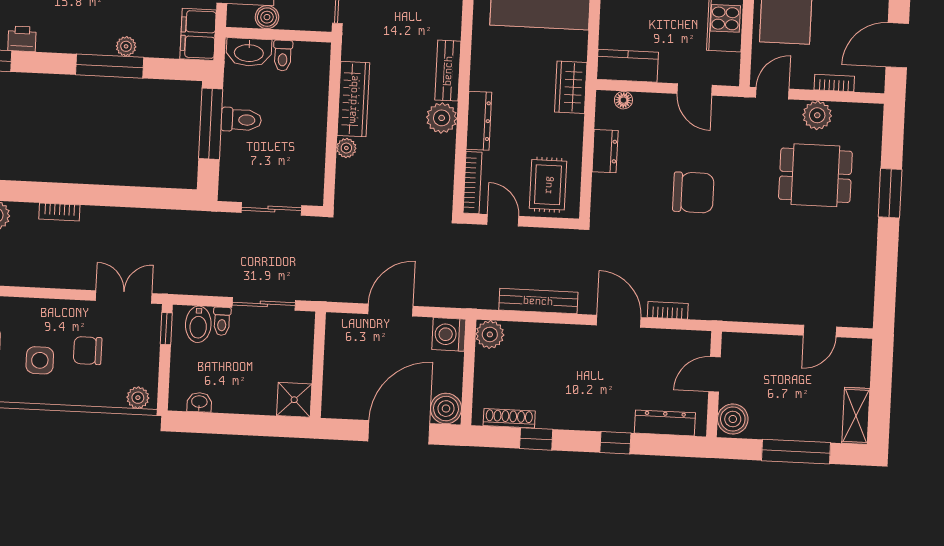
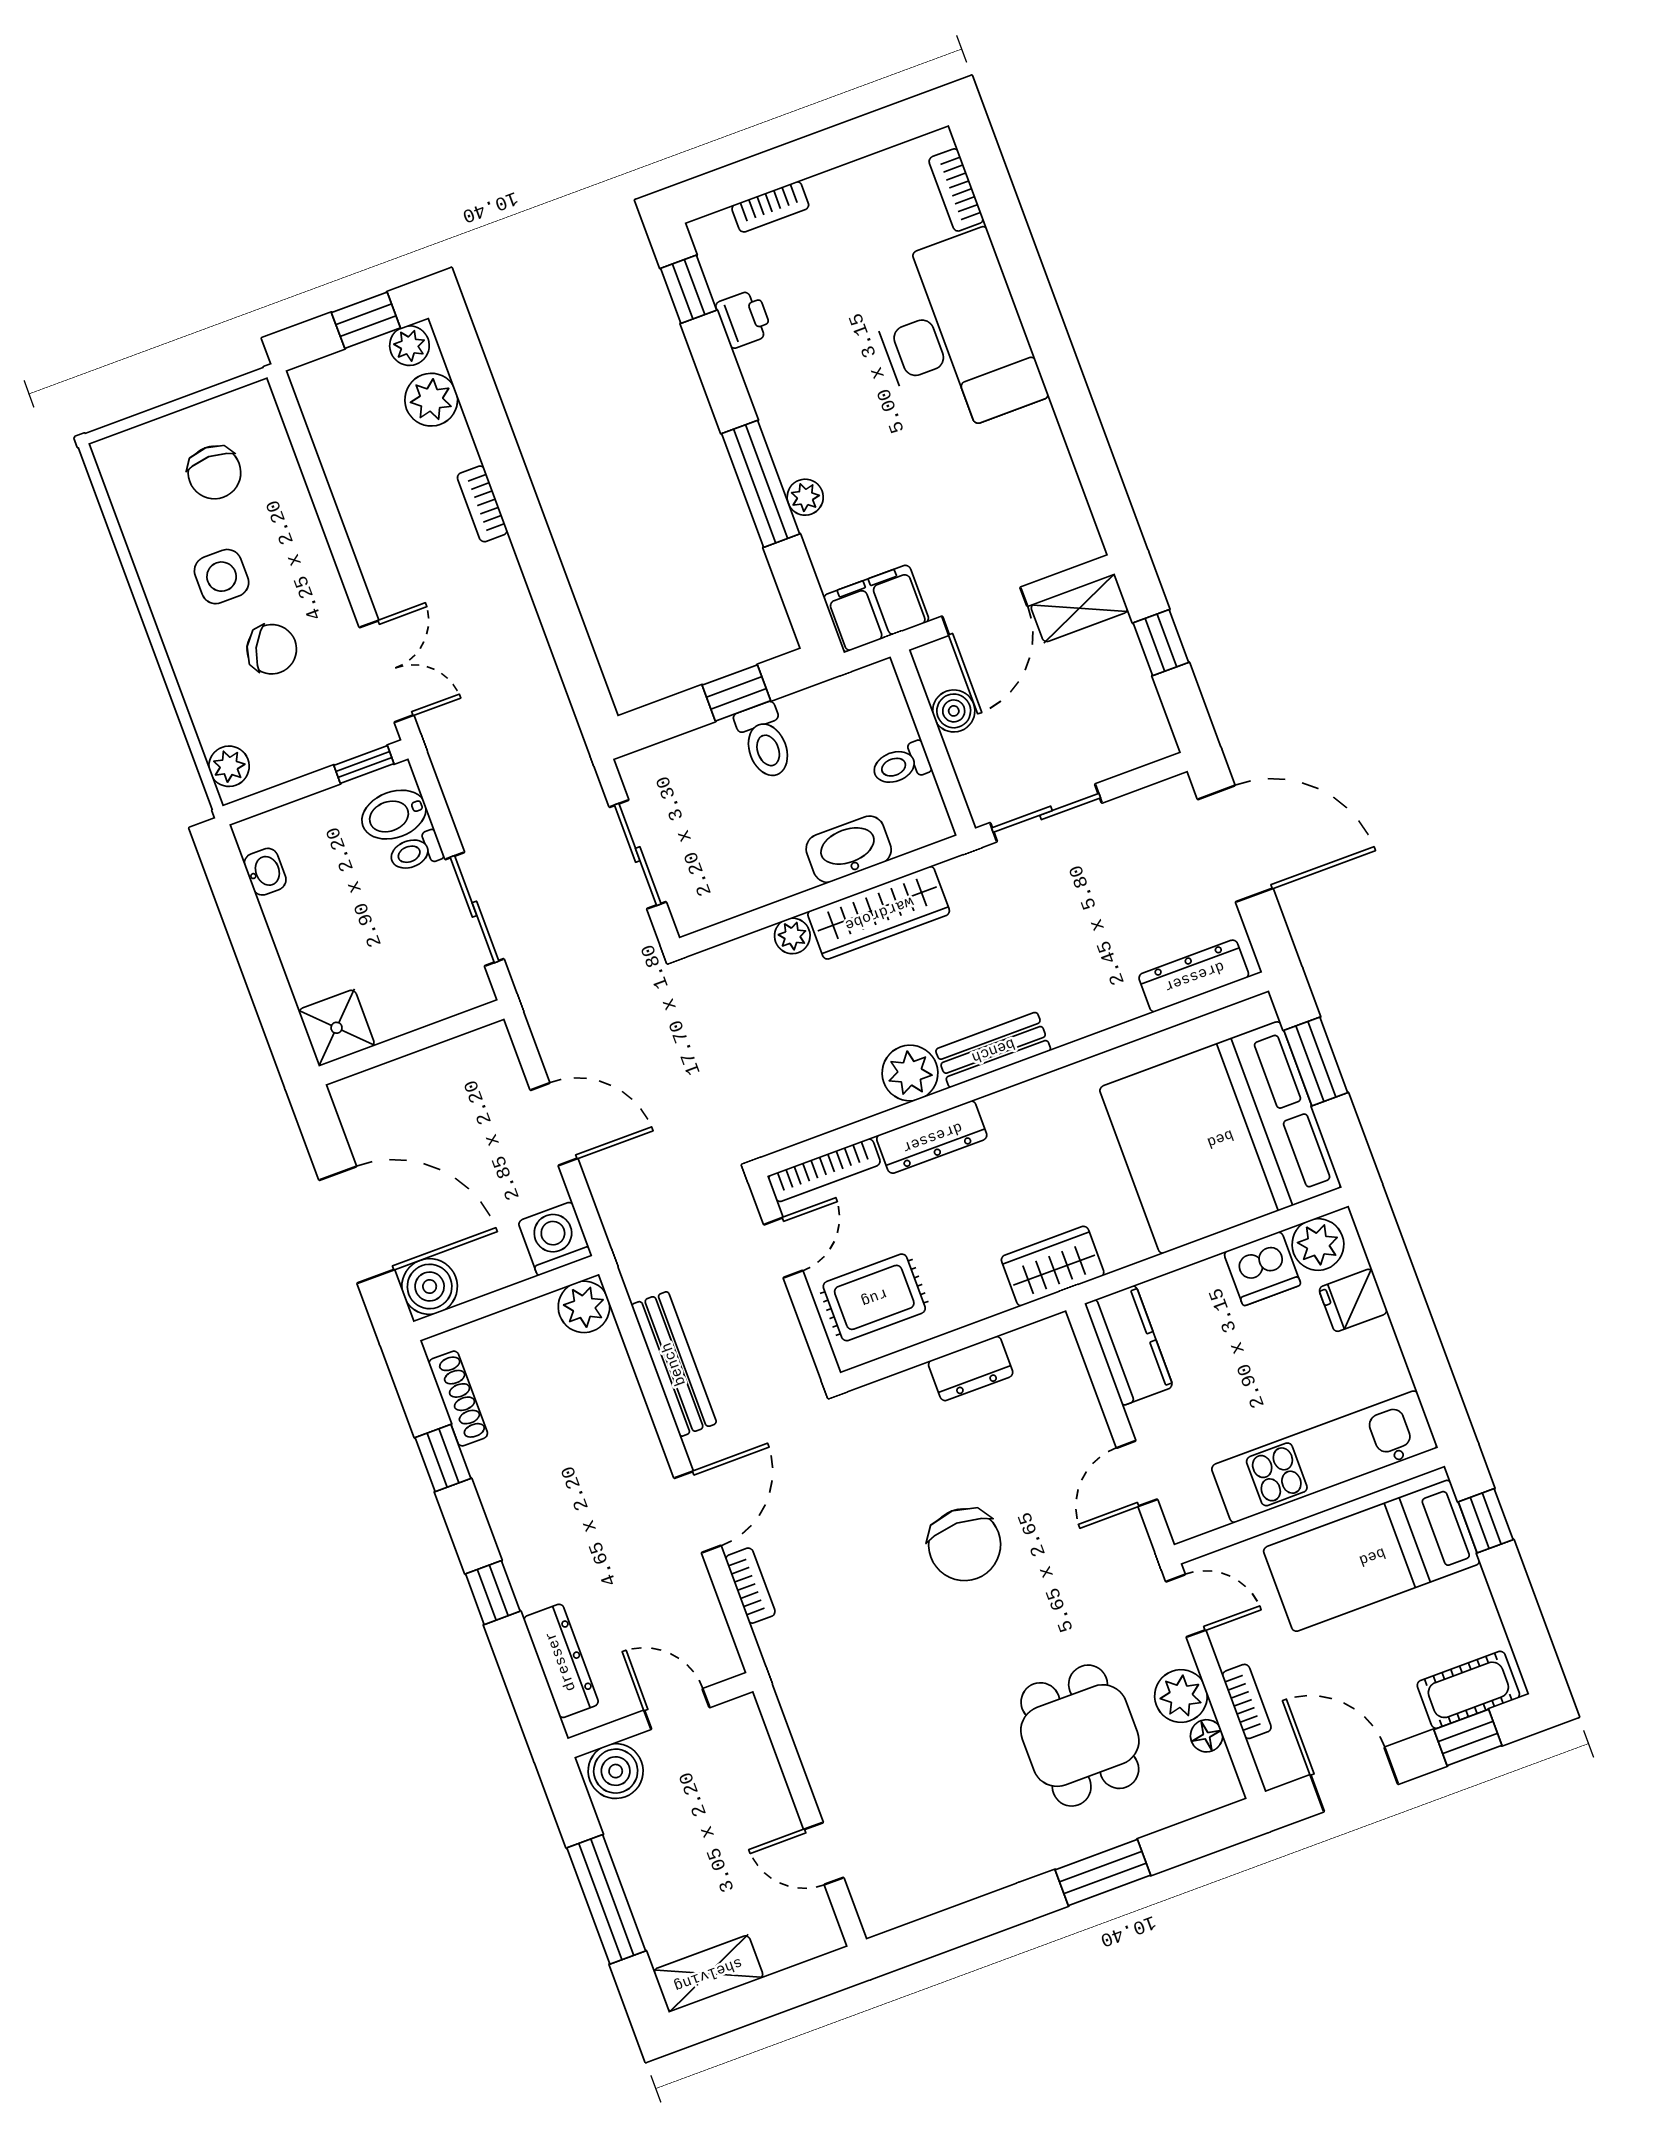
washbasin: (249, 52) -> (849, 849), moved, turned 90
floor lamp: (623, 100) -> (1207, 1736), moved
window: (211, 124) -> (736, 693), width x0.46
chair: (88, 351) -> (272, 649), turned 116

